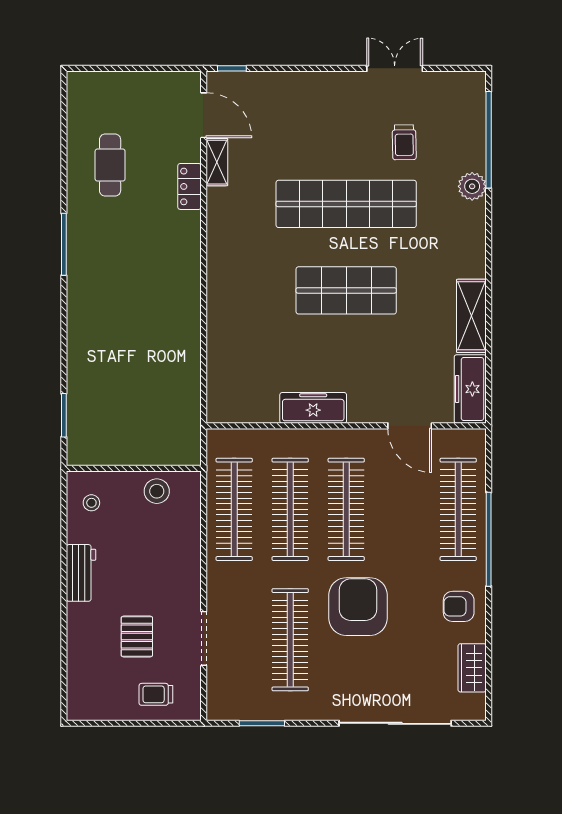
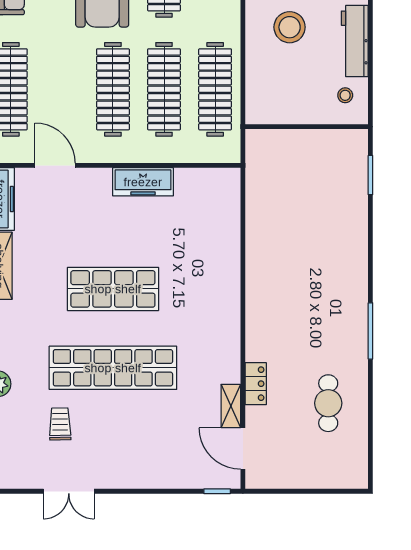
stool: (157, 491) -> (290, 27), moved, width x1.38, depth x1.38
workbench: (81, 573) -> (355, 41), width x1.38

